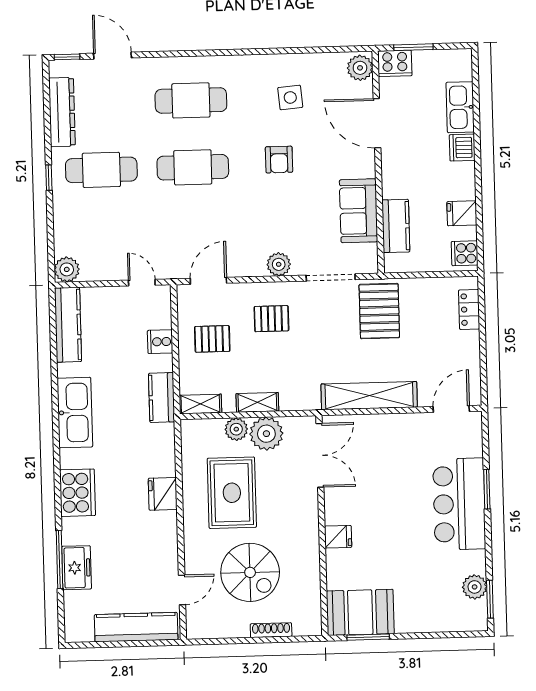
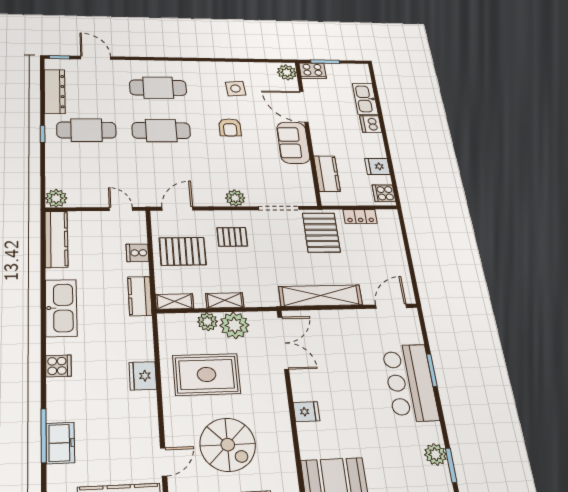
sofa: (359, 211) -> (293, 143), moved
locker: (469, 309) -> (360, 216), moved, turned -90
pallet: (212, 339) -> (183, 251), width x1.50, depth x1.42
cooker: (78, 493) -> (58, 366), width x0.53, depth x0.76
rug: (232, 493) -> (207, 374), turned 90

